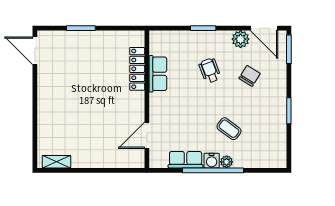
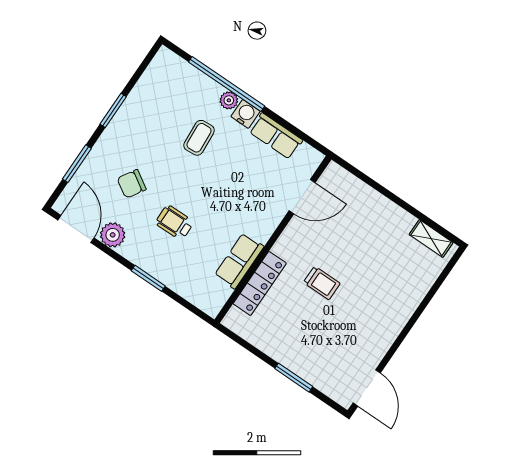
window: (289, 49) -> (77, 164), moved
wheelchair: (210, 70) -> (175, 223), turned 110
trolley: (102, 93) -> (322, 283), added
coffee table: (229, 129) -> (199, 138), turned 49
window: (213, 170) -> (227, 84), moved

